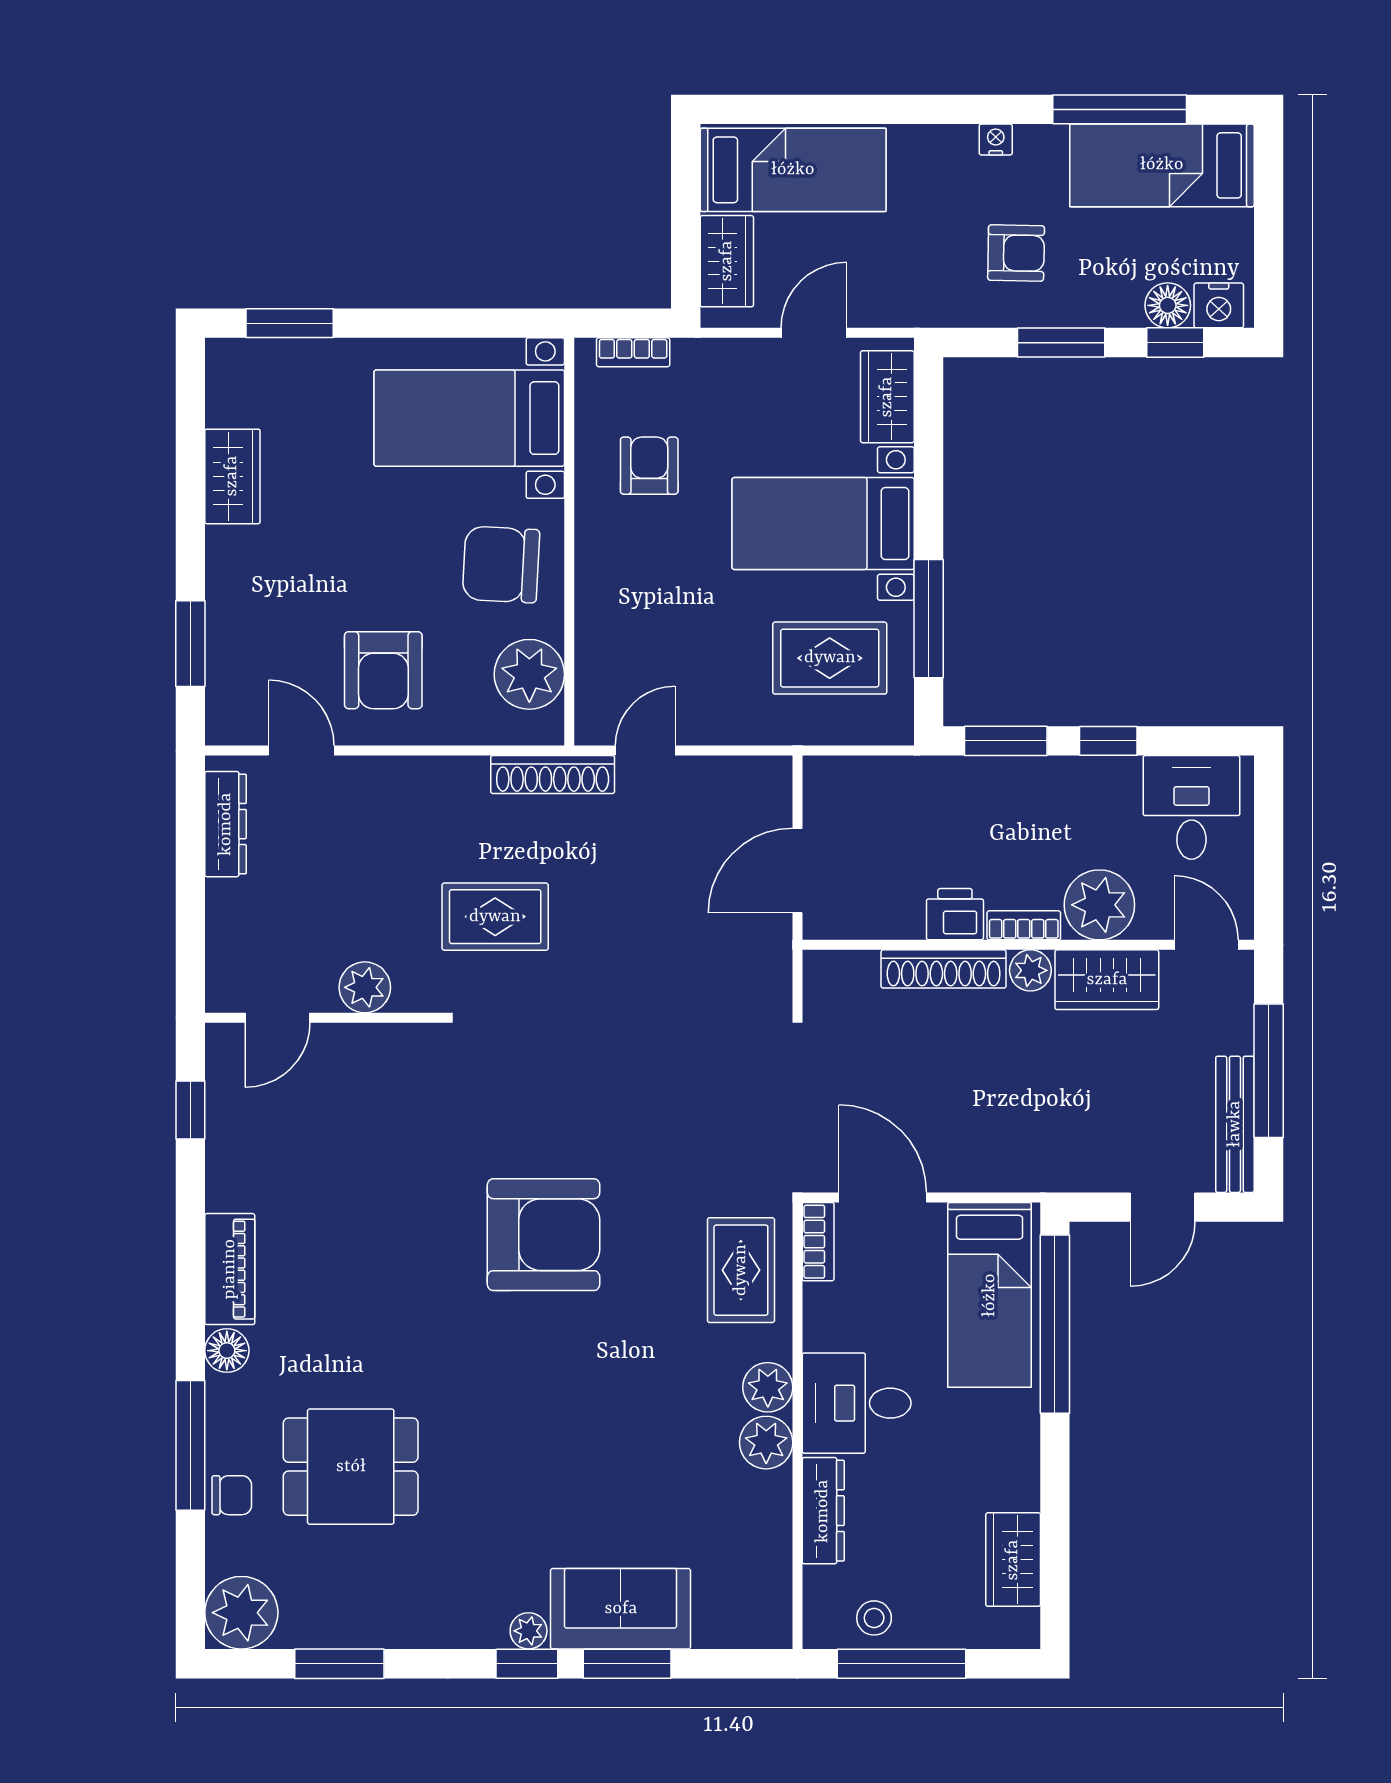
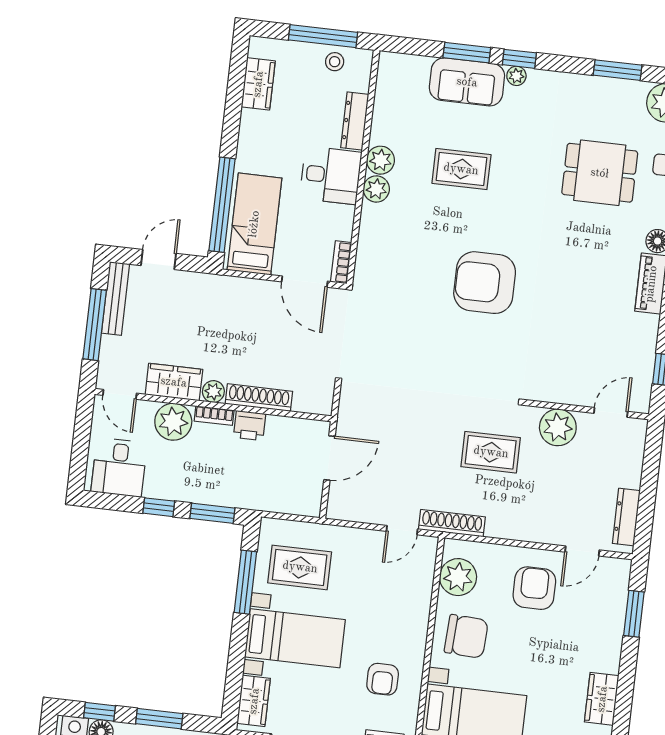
door: (301, 751) -> (582, 551), hinge flipped
plant: (365, 987) -> (558, 427), width x1.36, depth x1.36
rug: (741, 1270) -> (461, 169), moved, turned 90

